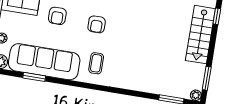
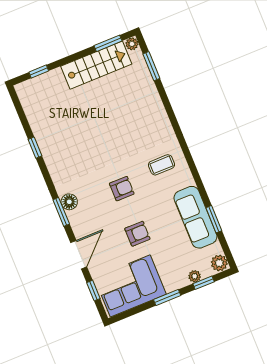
stairs: (200, 35) -> (96, 65), moved
sofa: (44, 62) -> (195, 217), width x0.74, depth x0.79

